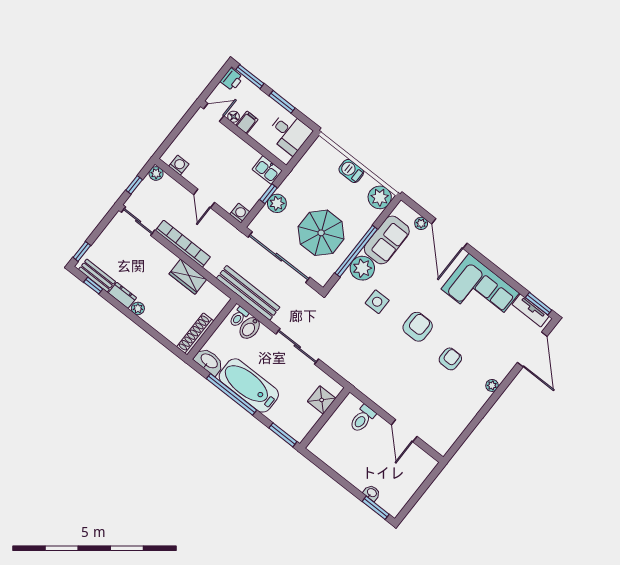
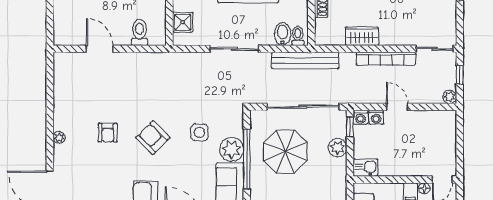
washing machine: (179, 165) -> (376, 117), moved
window: (268, 194) -> (350, 127), moved
armchair: (418, 327) -> (153, 138), turned 135

